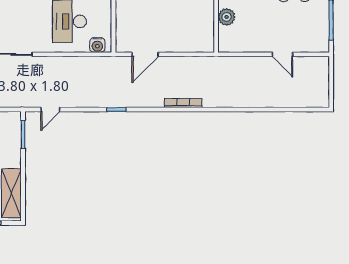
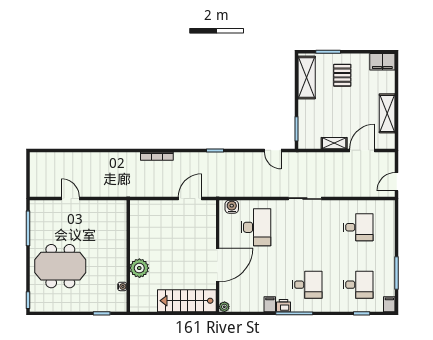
plant: (227, 17) -> (119, 231), removed
door: (50, 110) -> (273, 150), swing flipped

